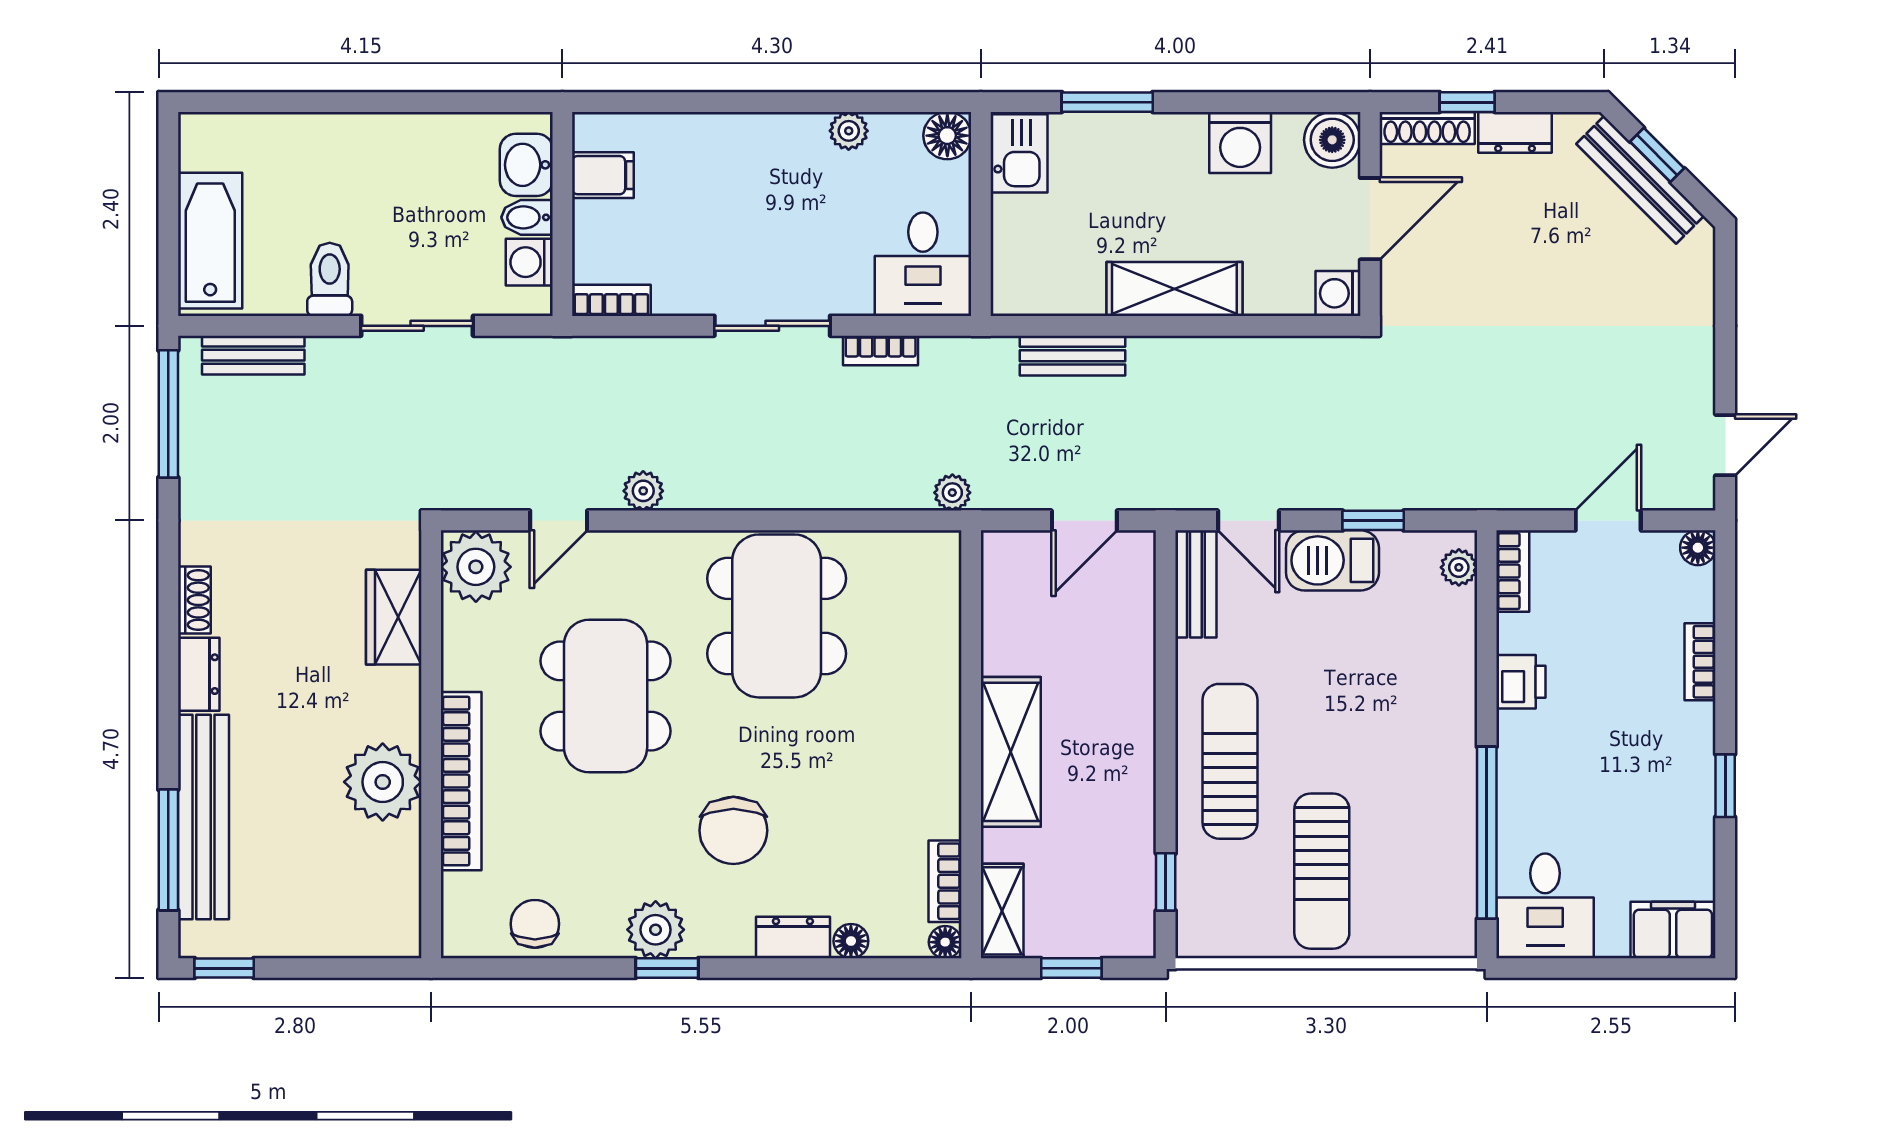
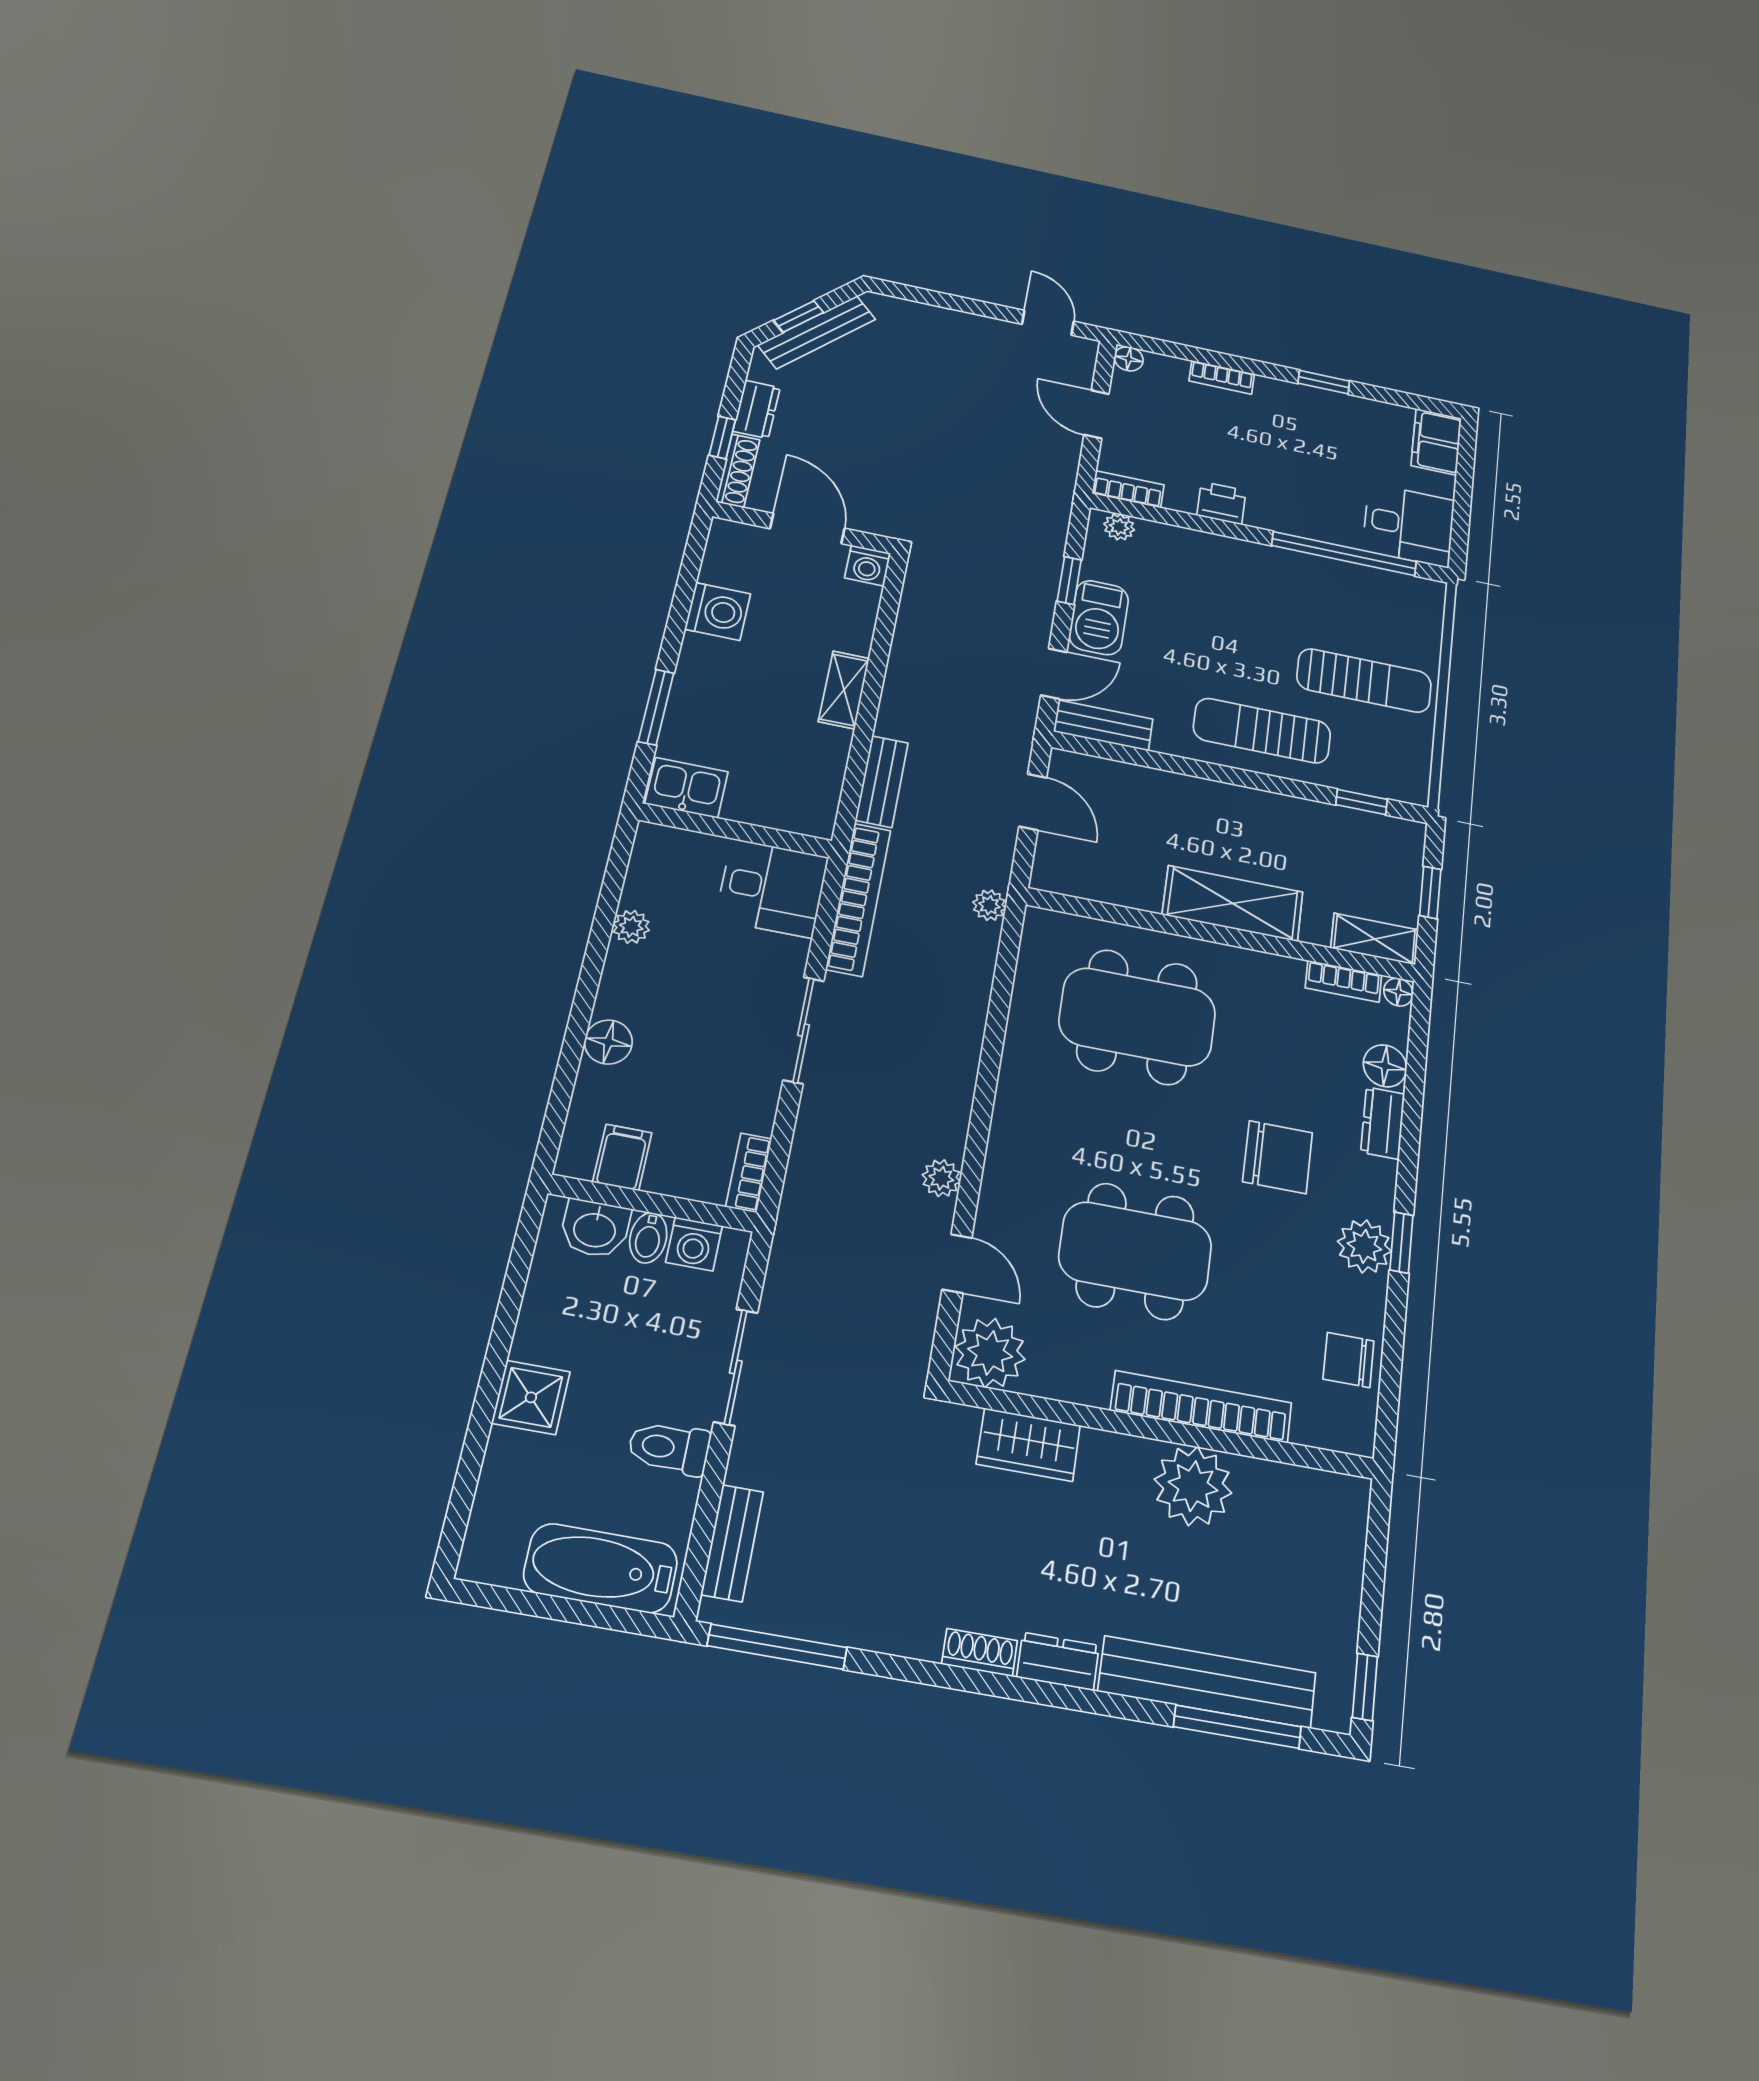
floor lamp: (947, 136) -> (608, 1042), moved
boiler: (1332, 140) -> (732, 542), removed
shower: (354, 142) -> (531, 1397), added
shelving: (1174, 289) -> (844, 690), width x0.67, depth x0.75
bookcase: (881, 351) -> (858, 899), width x2.31, depth x1.31
dining table: (777, 616) -> (1137, 1017), moved
floor lamp: (851, 941) -> (1385, 1066), width x1.37, depth x1.37

